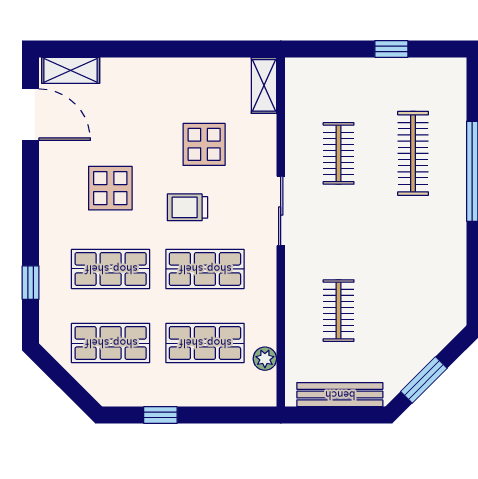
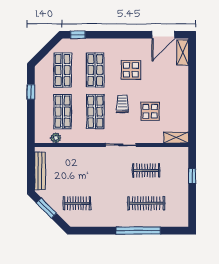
window: (391, 49) -> (192, 176), moved
window: (31, 283) -> (78, 35), moved
clothes rail: (339, 311) -> (77, 203), moved

